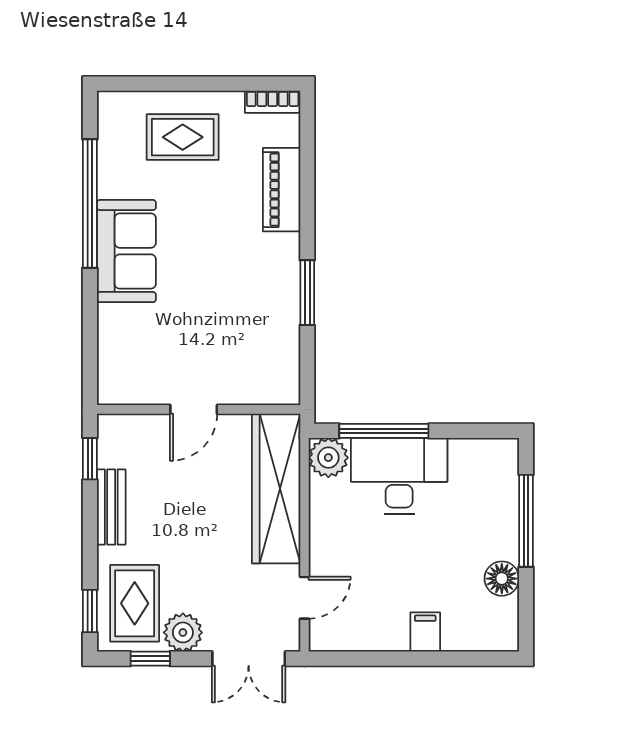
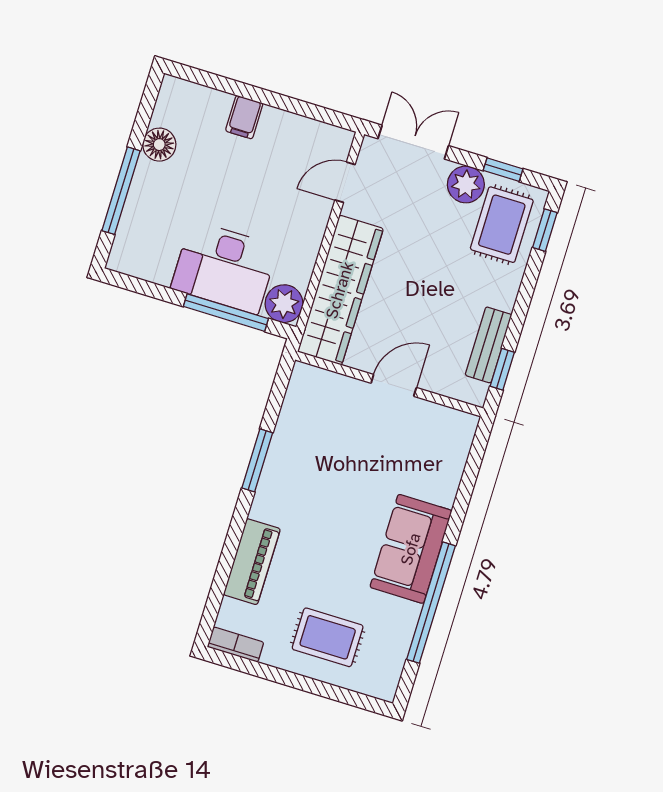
bench: (111, 507) -> (488, 345), moved

